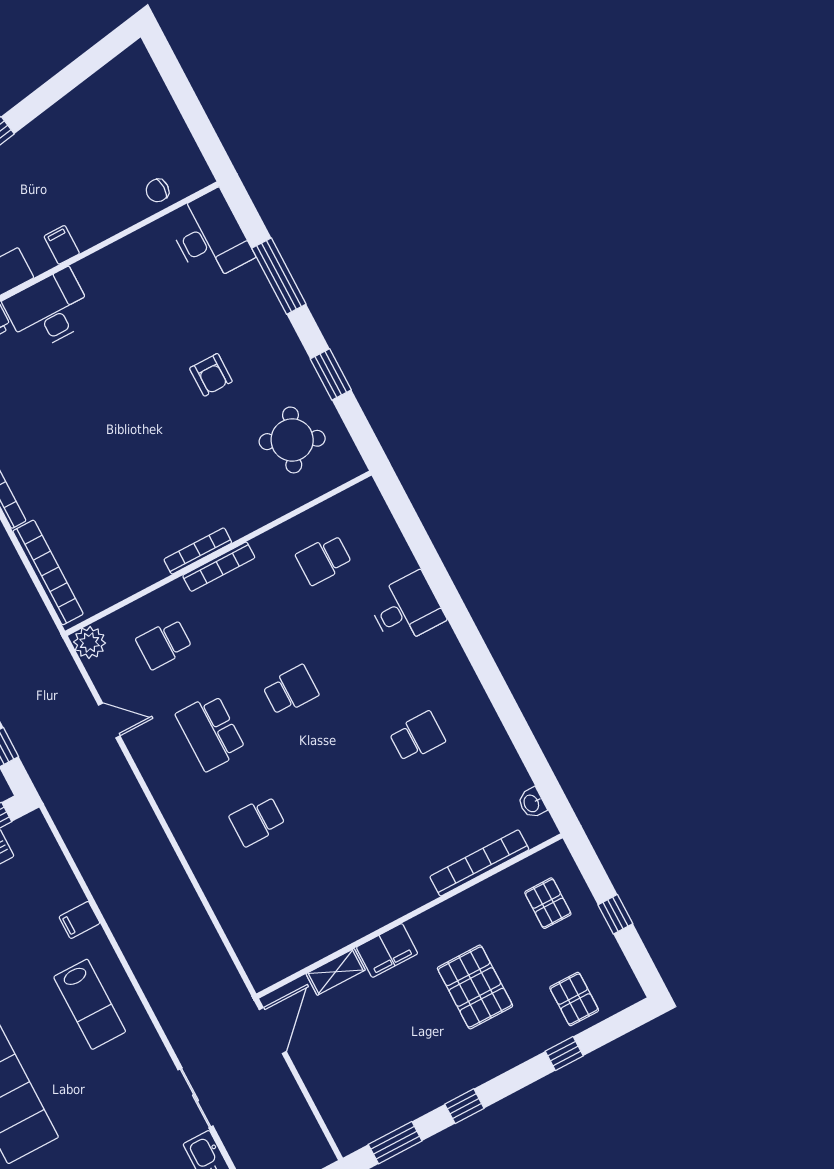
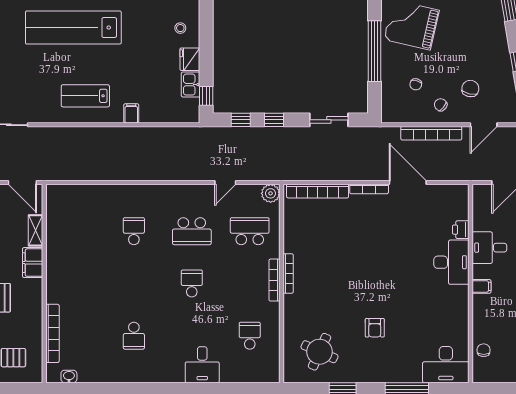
armchair: (211, 375) -> (375, 328), turned -90
school desk: (164, 644) -> (250, 231), width x1.85
school desk: (291, 690) -> (192, 283), turned 180
school desk: (211, 732) -> (192, 231), turned 180

